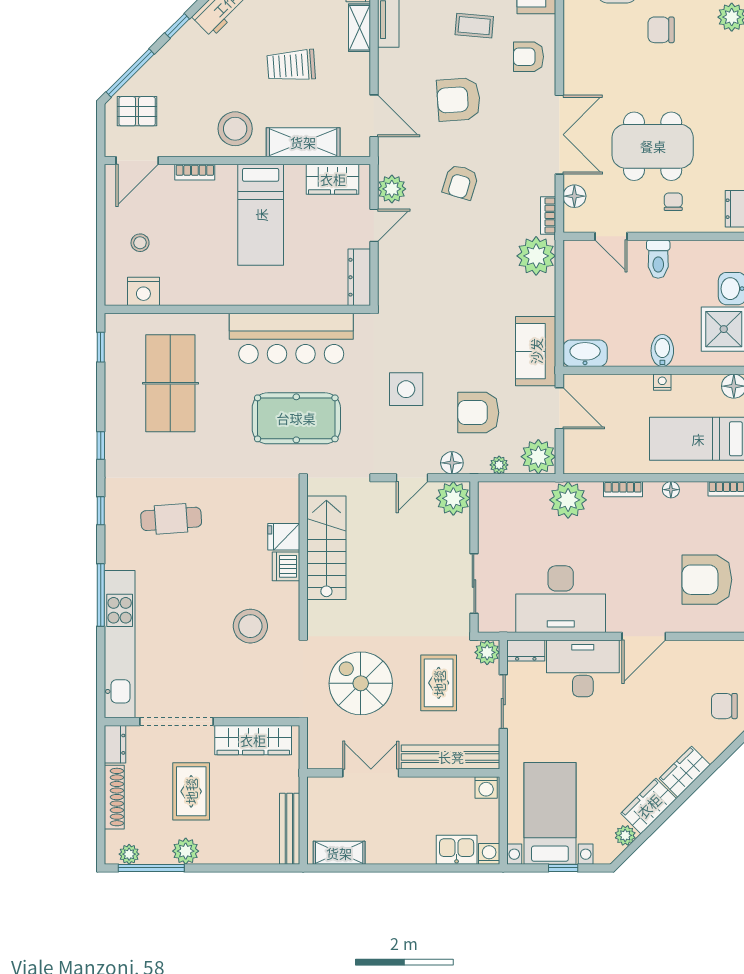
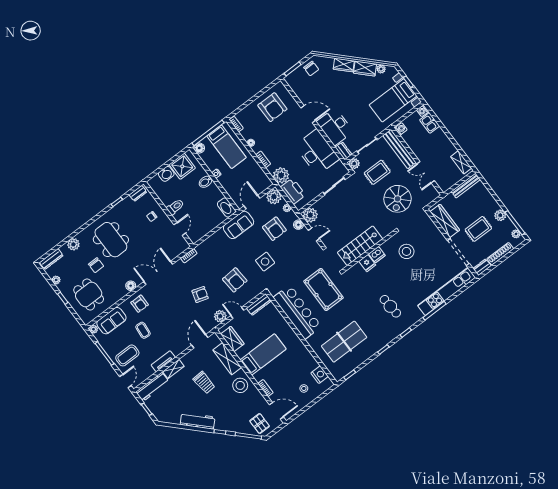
armchair: (459, 99) -> (235, 280), moved
dining table: (653, 146) -> (111, 240), moved
floor lamp: (574, 196) -> (131, 286), moved
plant: (536, 256) -> (206, 249), removed
side table: (406, 389) -> (265, 262), moved
printer: (522, 500) -> (293, 191), added

